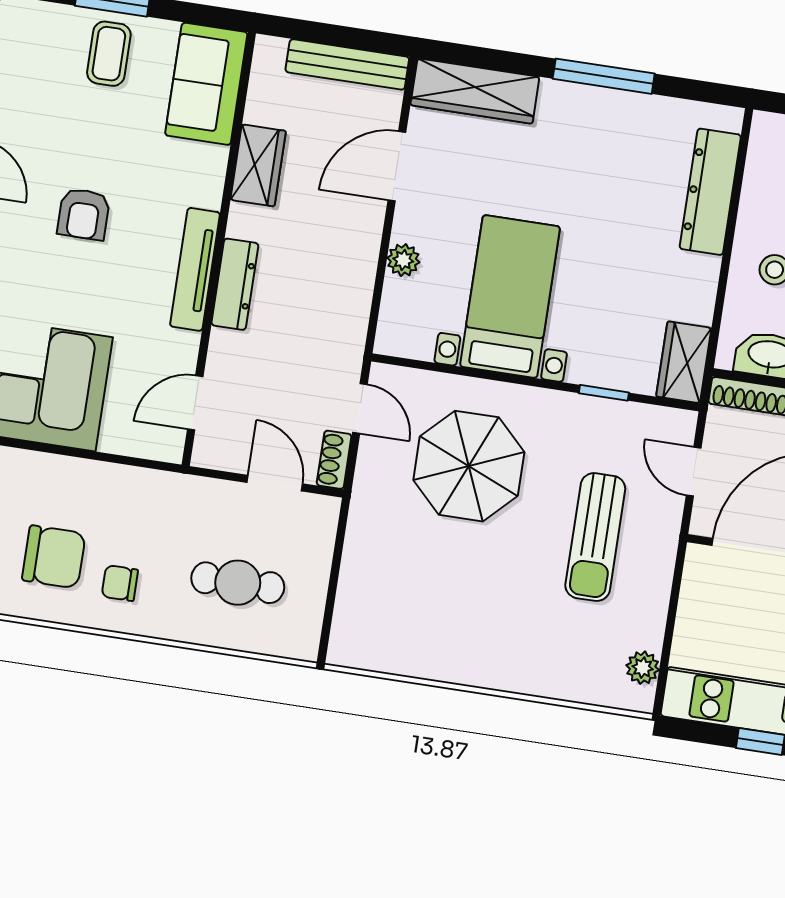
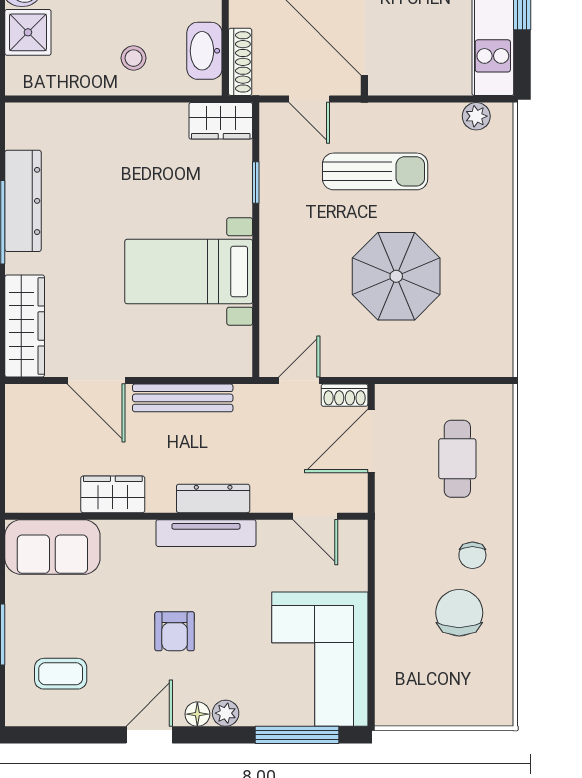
coffee table: (109, 54) -> (61, 674), moved
bench: (347, 64) -> (183, 398), moved, turned 90
dresser: (710, 192) -> (23, 201), moved, turned -90
armchair: (84, 214) -> (175, 631), turned 90
plant: (403, 260) -> (172, 363), removed
parasol: (469, 466) -> (396, 276), moved
door: (694, 472) -> (309, 99), hinge flipped
door: (275, 483) -> (371, 441), width x1.38

